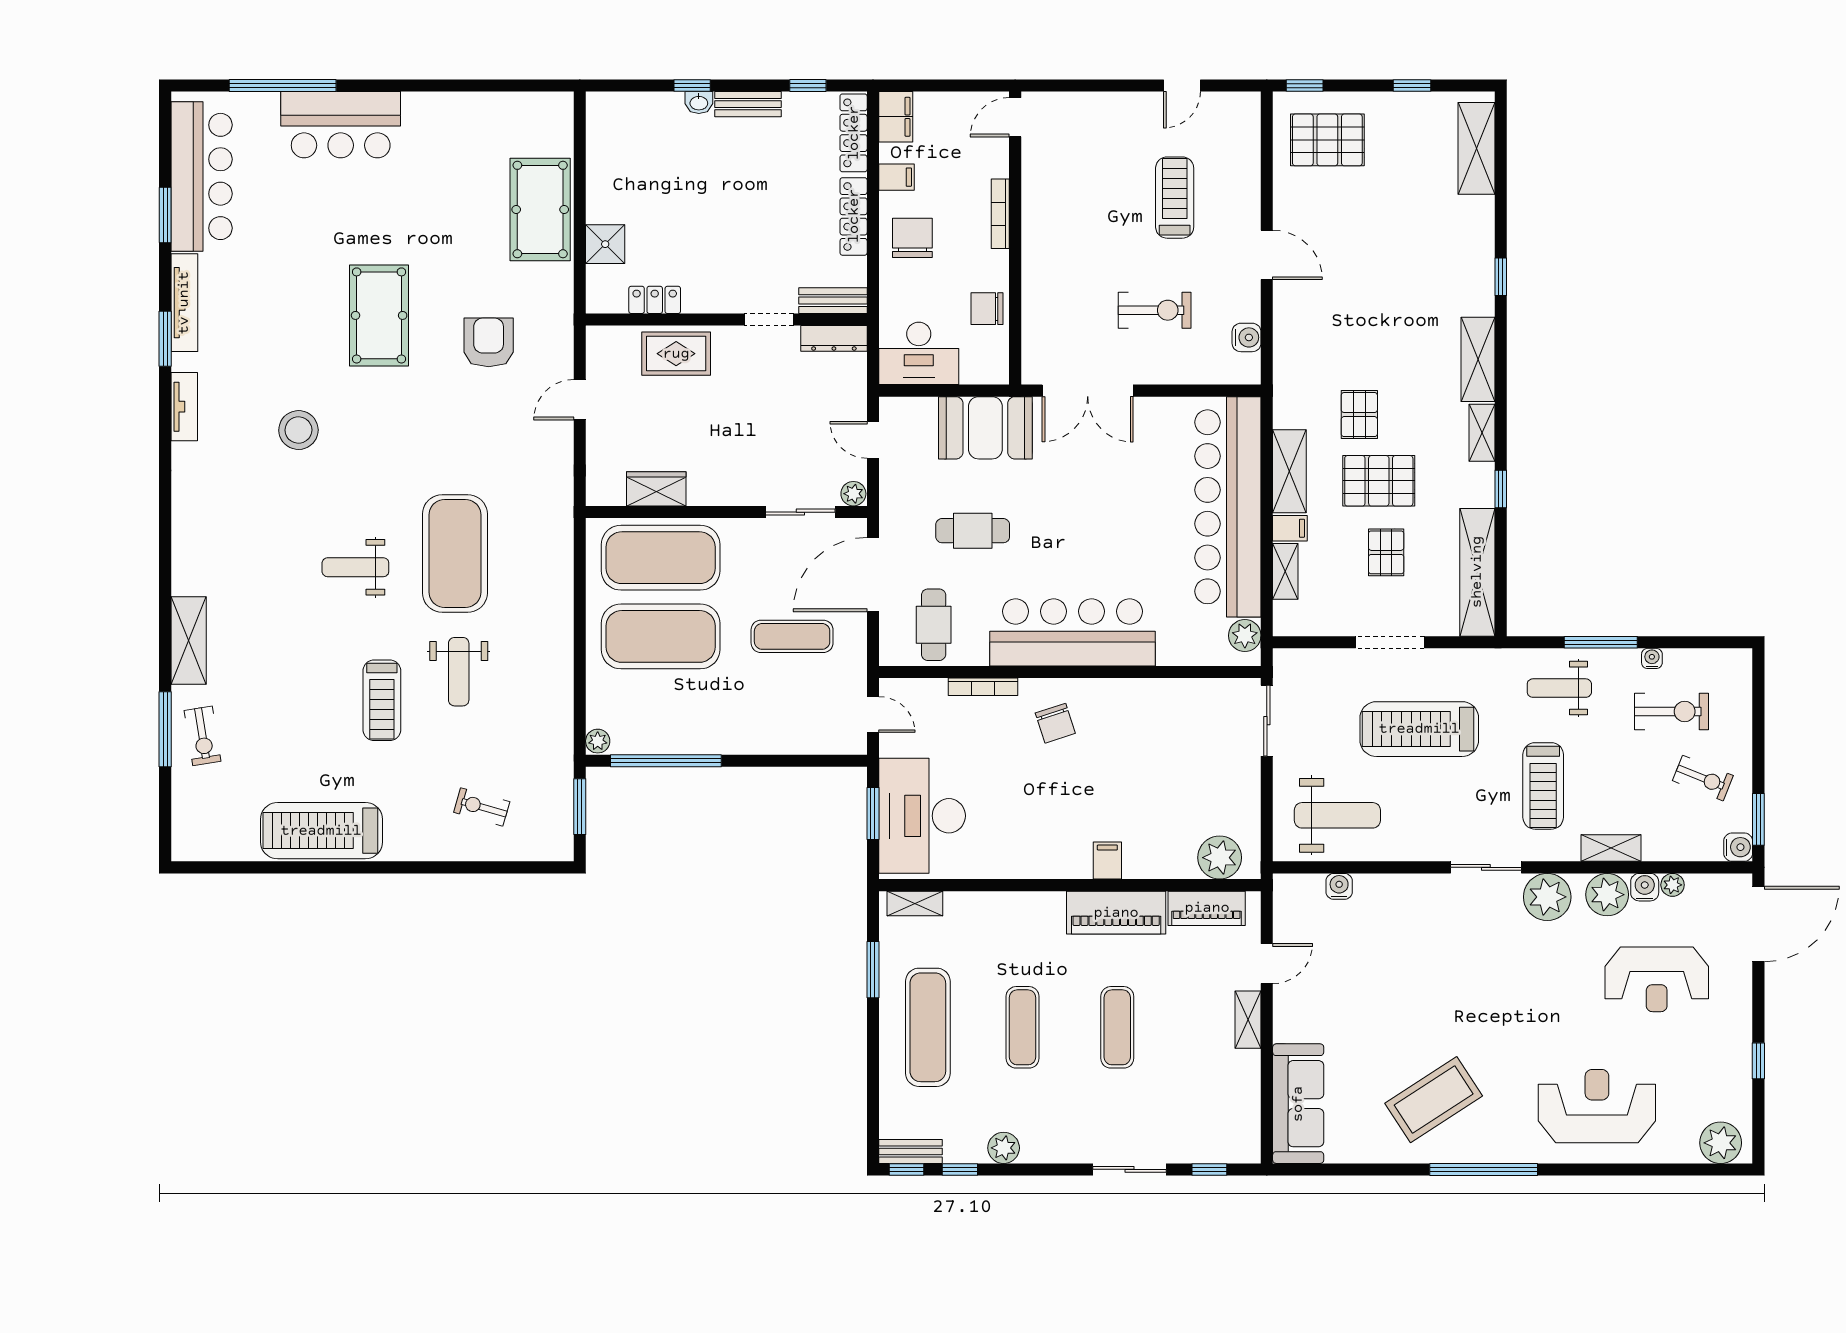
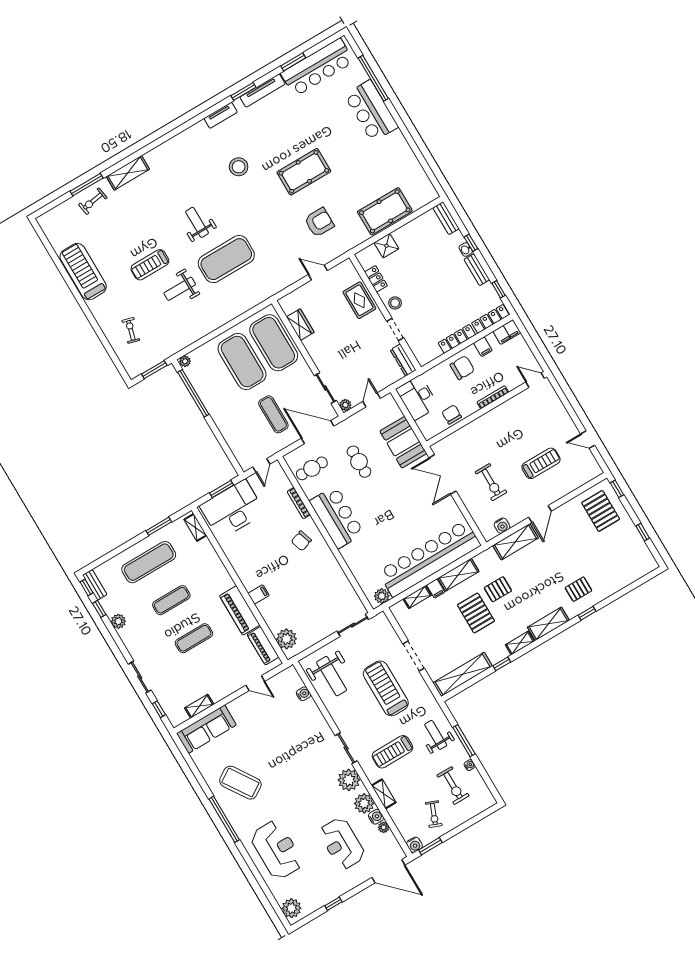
shelving: (1476, 148) -> (516, 542), moved
stool: (720, 291) -> (395, 303), added
bench: (833, 301) -> (446, 218), moved
pallet: (1386, 552) -> (578, 589), moved
bar counter: (1073, 632) -> (337, 517), width x0.73
shelving: (1248, 1020) -> (199, 706), moved

